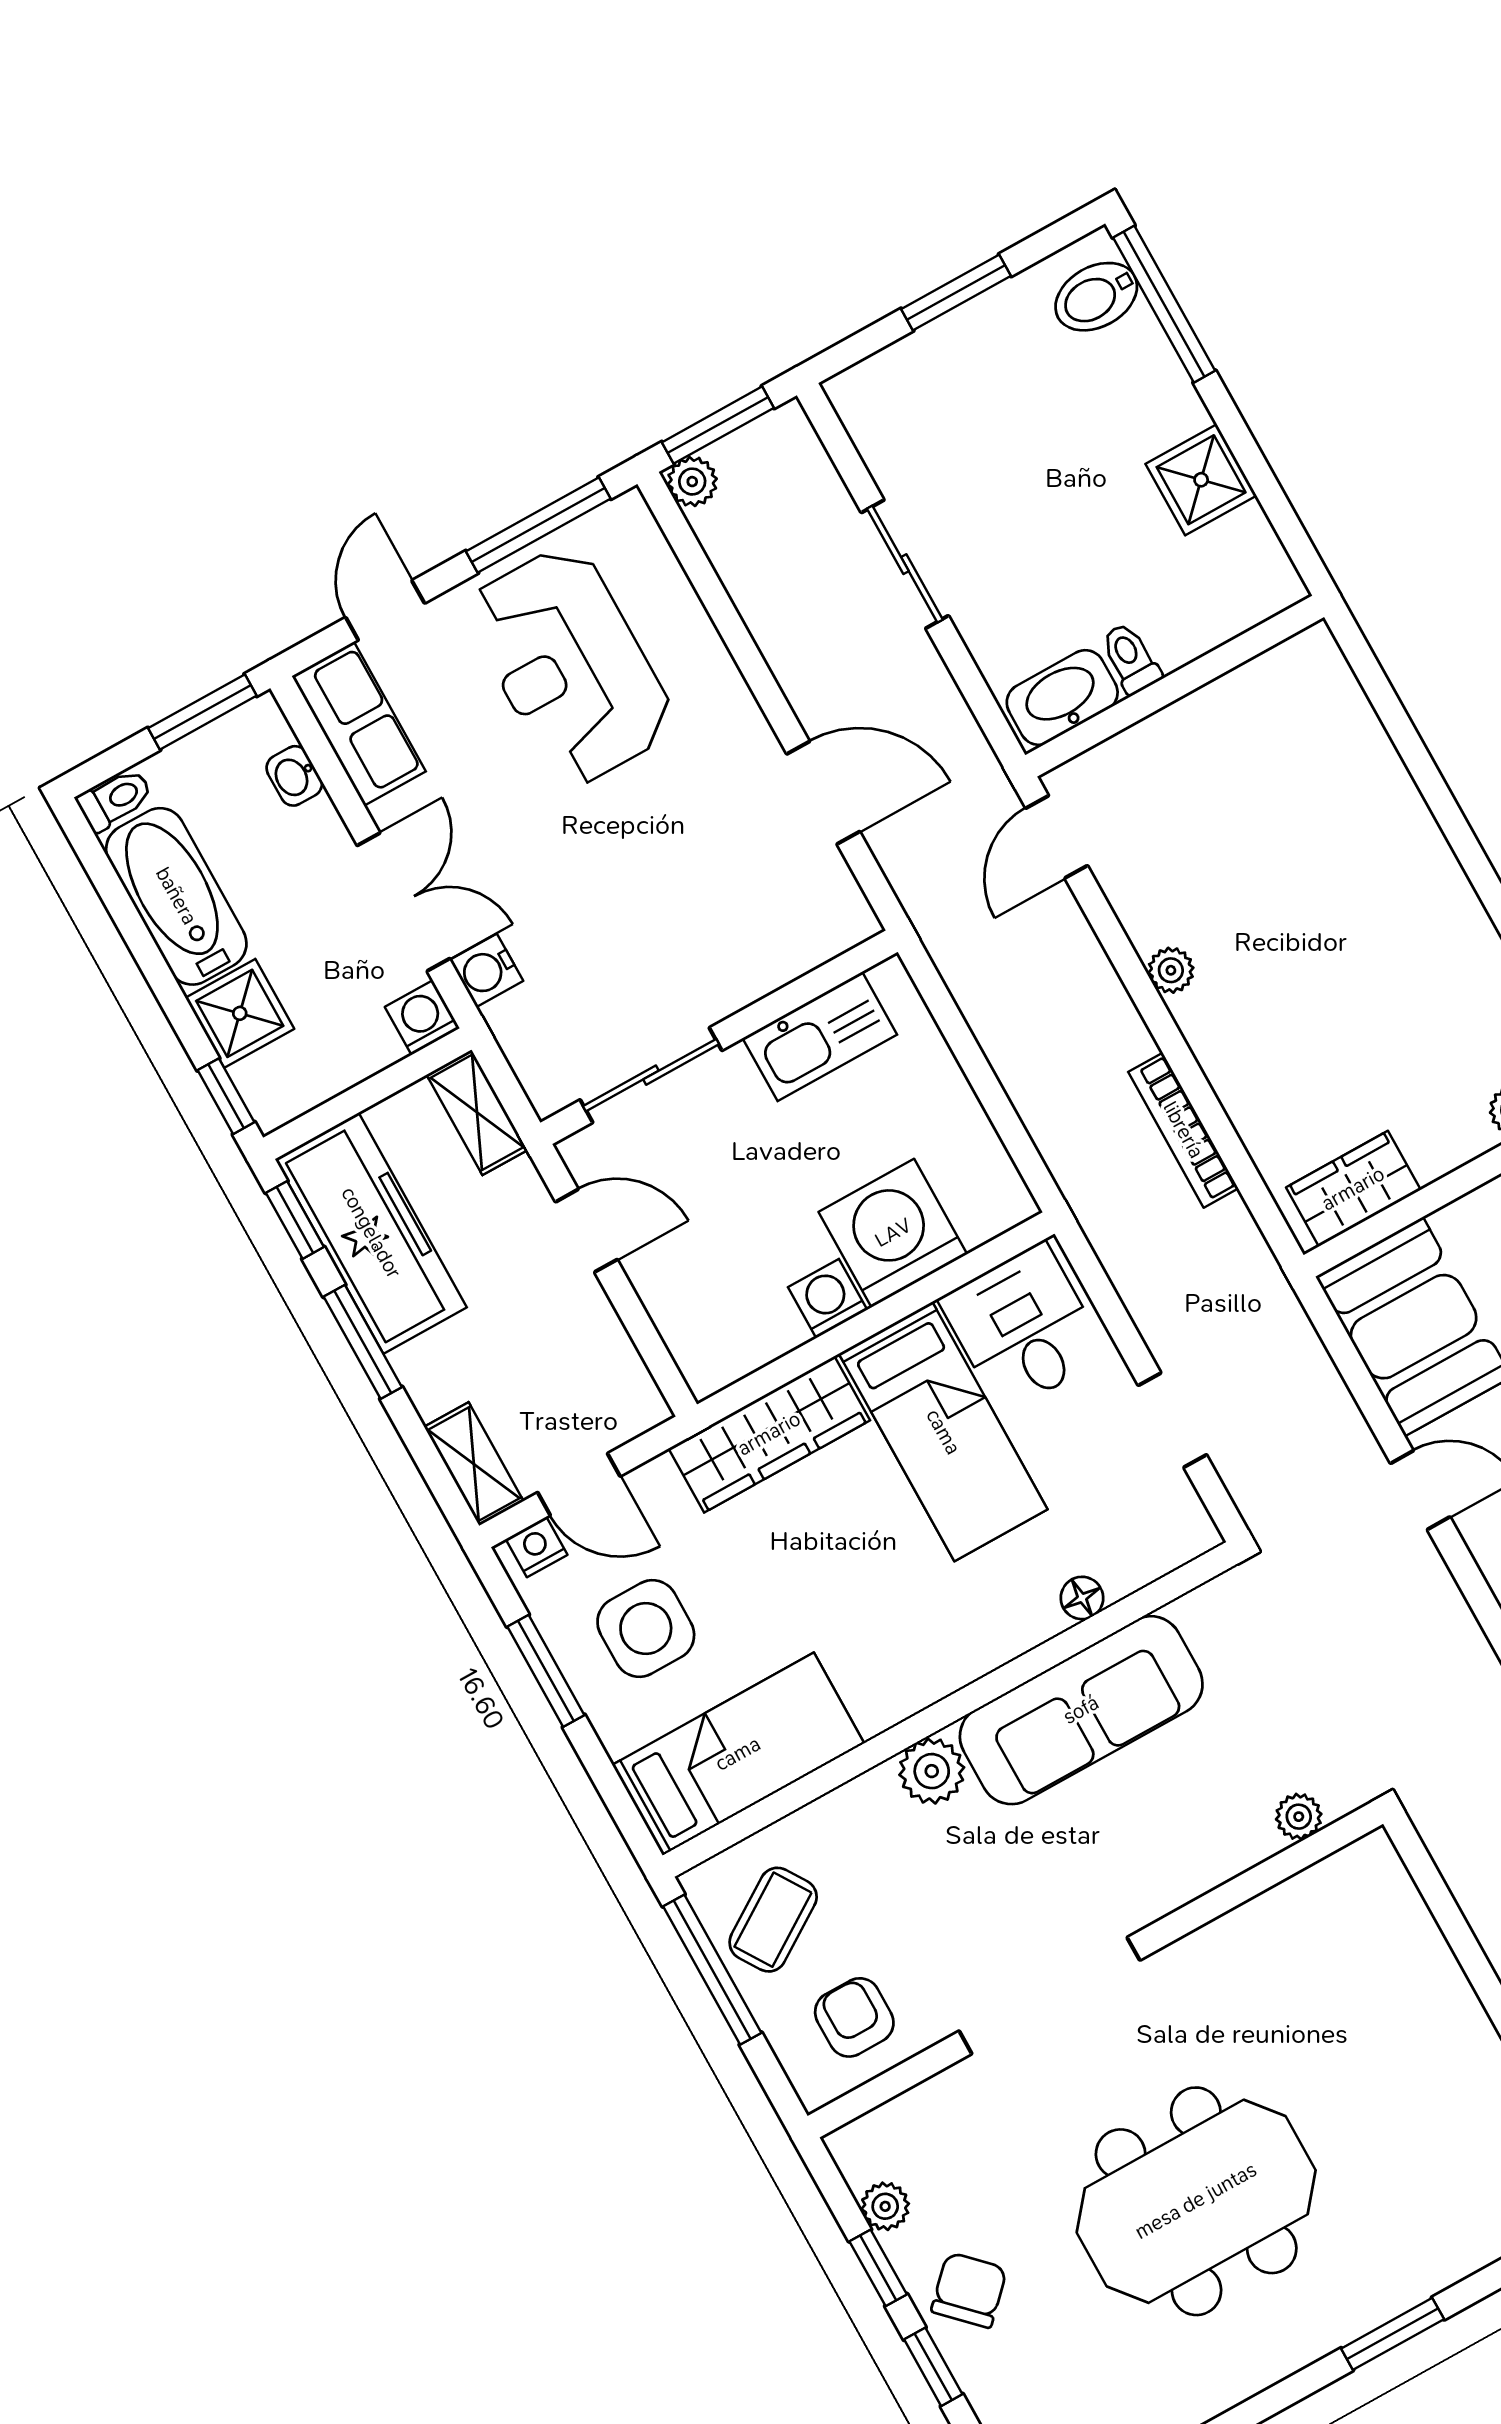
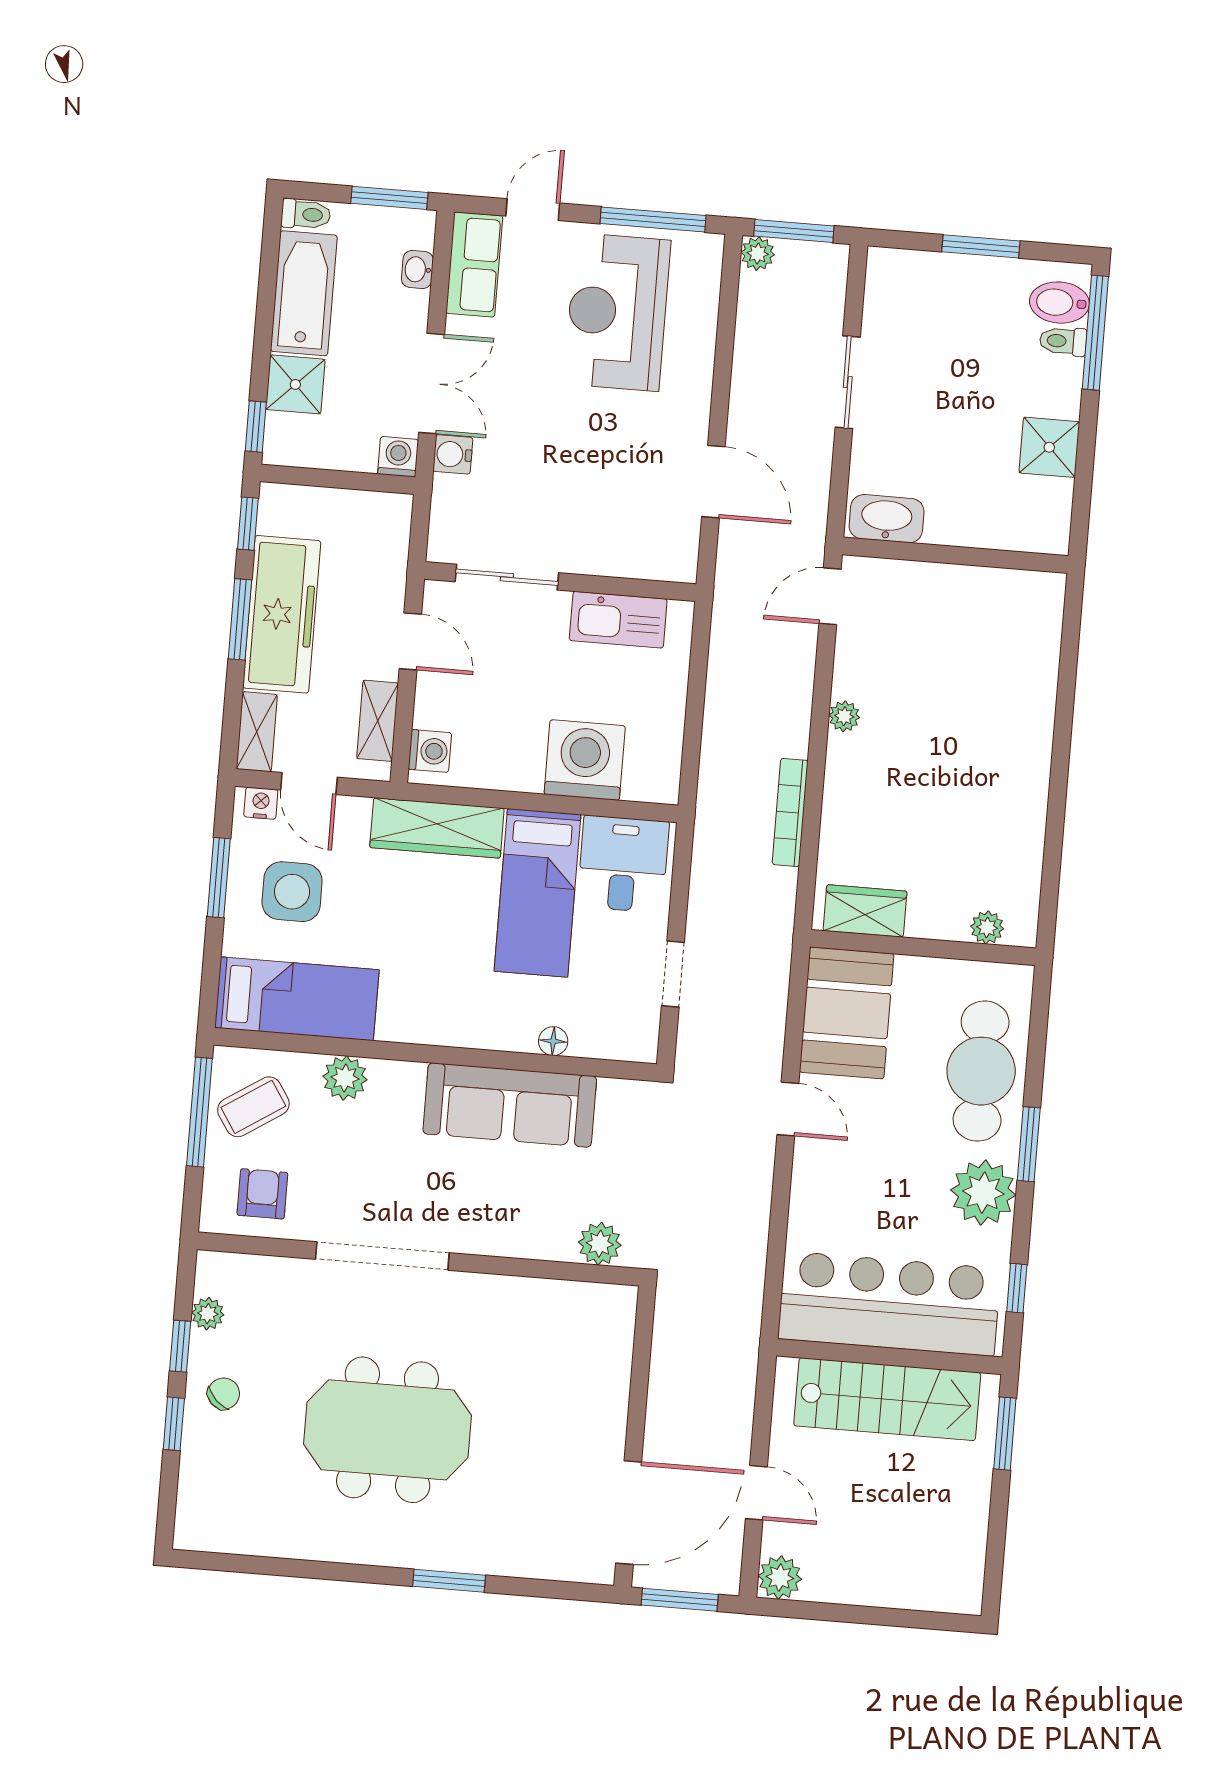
toilet: (1131, 658) -> (1063, 341), moved, turned -90
shelving: (477, 1112) -> (378, 721), moved
freezer: (371, 1233) -> (282, 614), moved
washing machine: (828, 1299) -> (430, 751), moved, turned 90
plant: (932, 1771) -> (345, 1078), moved
plant: (1299, 1817) -> (600, 1244), width x1.38, depth x1.38
chair: (969, 2290) -> (224, 1394), width x0.73, depth x0.73

